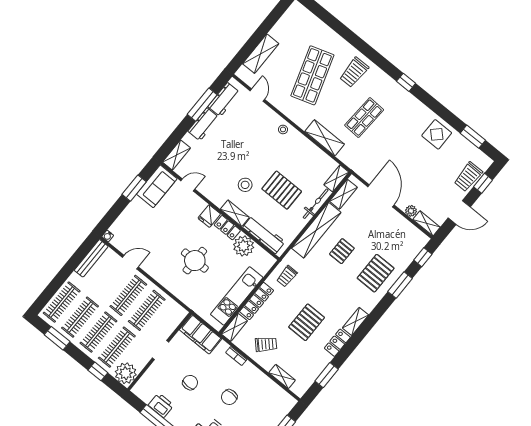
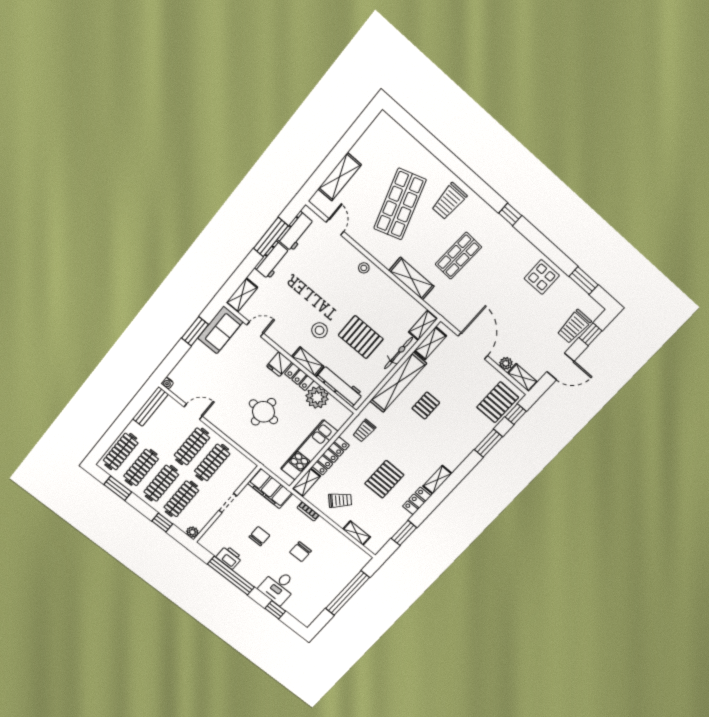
pallet: (376, 273) -> (498, 402), moved
plant: (126, 373) -> (192, 532), width x0.53, depth x0.53

